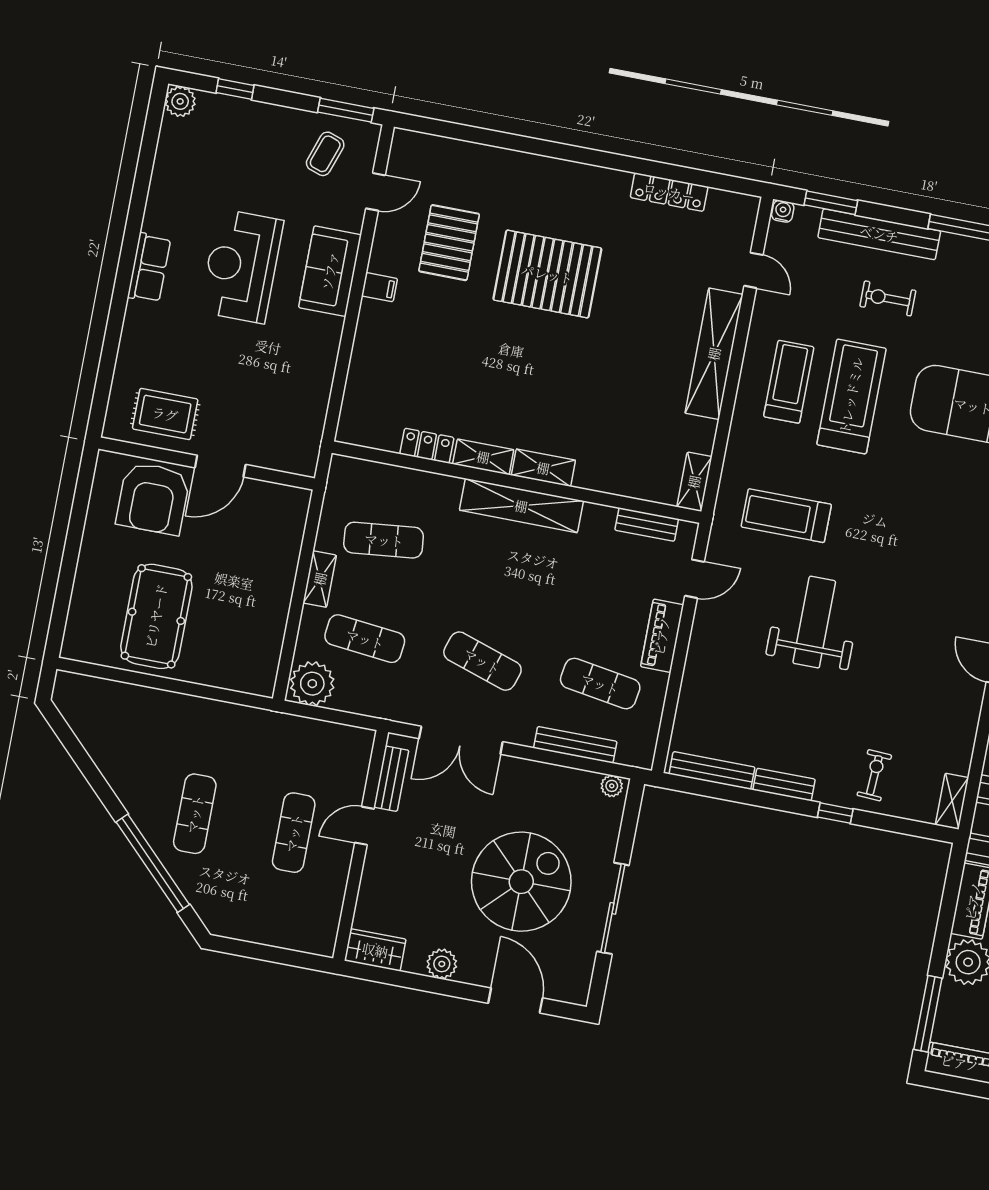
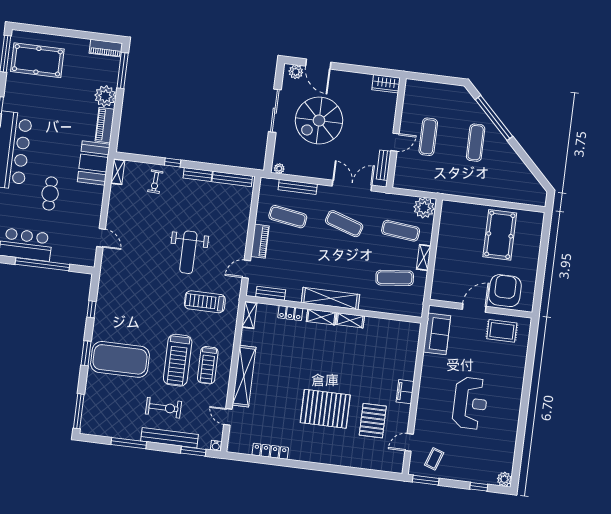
row of seats: (149, 268) -> (514, 400), removed
sofa: (330, 271) -> (437, 334), moved
filing cabinet: (379, 287) -> (405, 392), width x2.00
exercise bike: (888, 298) -> (163, 408), width x1.38, depth x1.39
locker: (427, 446) -> (290, 313), moved
treadmill: (786, 516) -> (205, 302), turned 180
plant: (442, 964) -> (296, 72), moved

